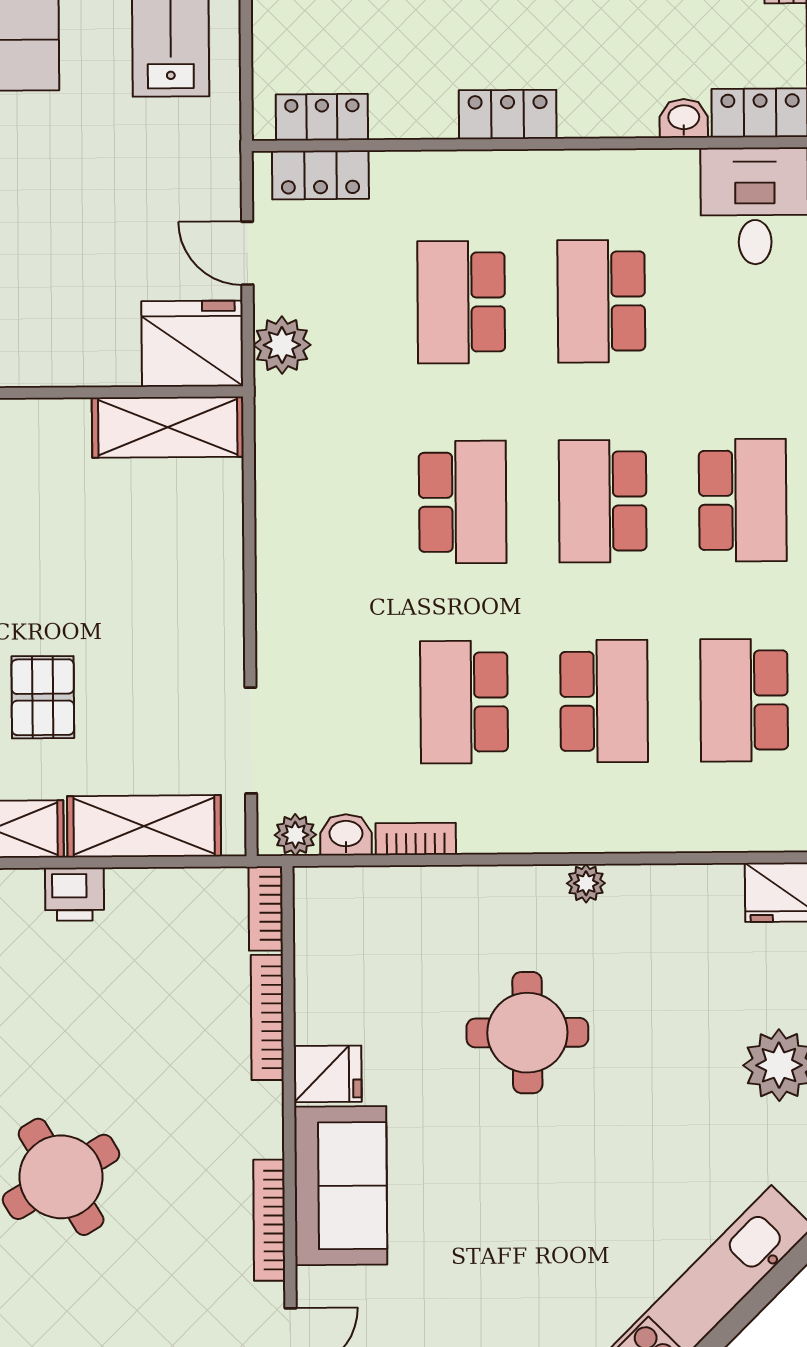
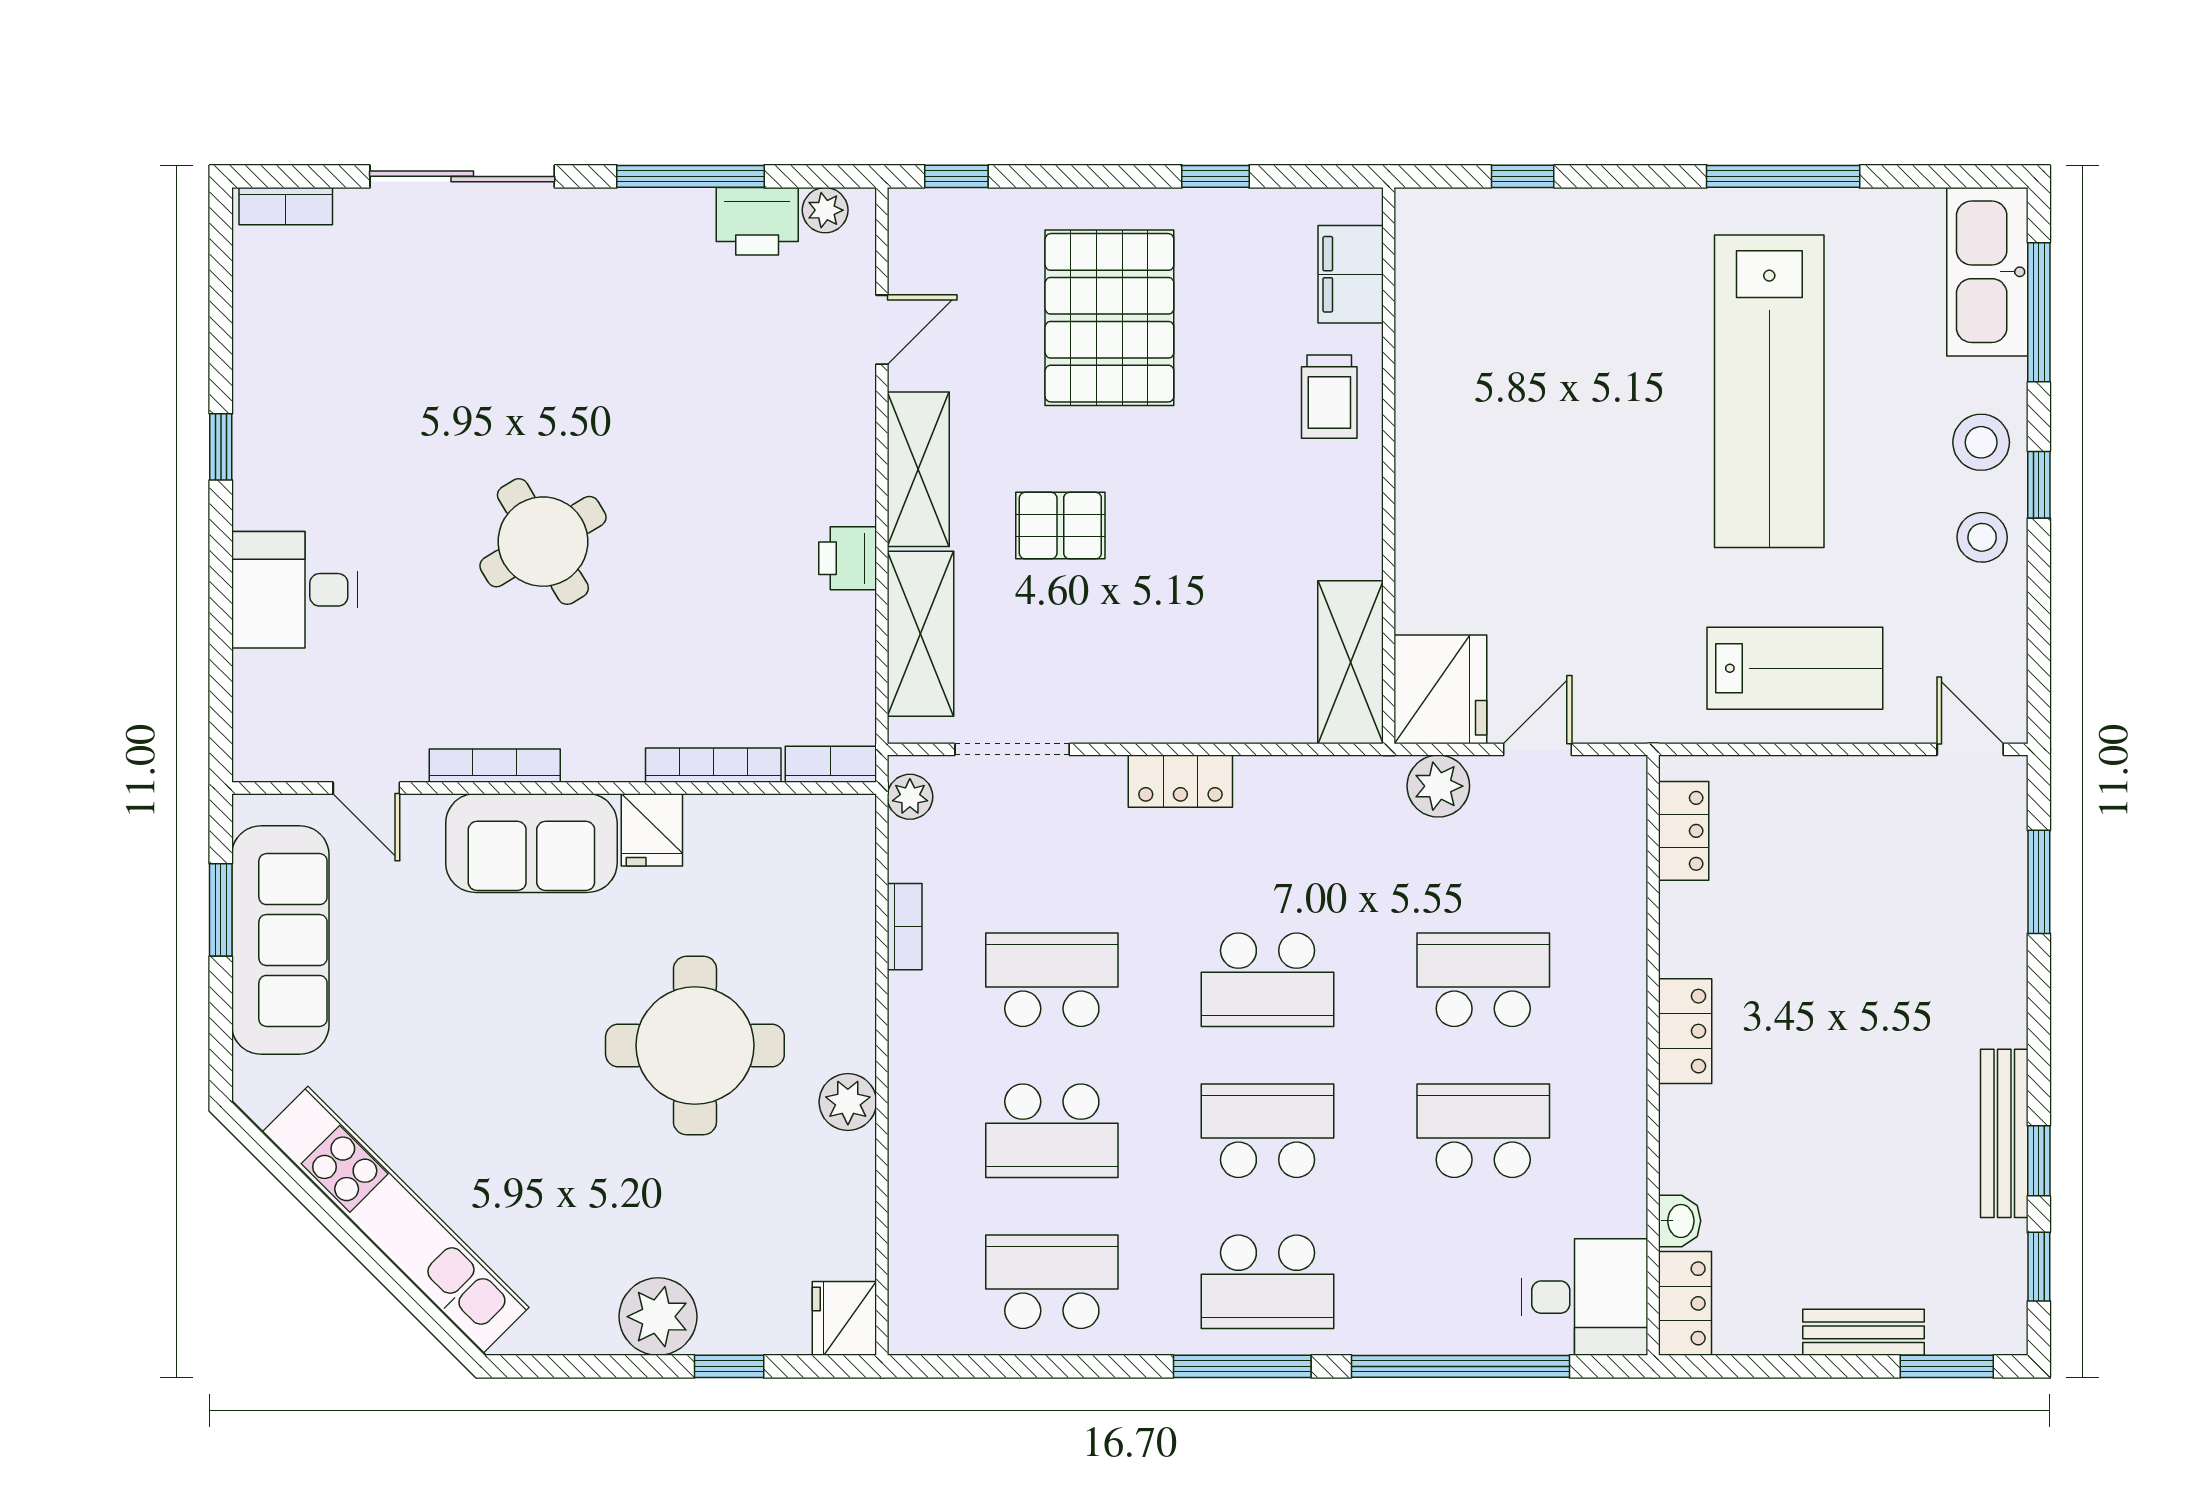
locker: (320, 175) -> (1180, 781), moved, turned -90
washbasin: (346, 835) -> (910, 851), removed
plant: (586, 883) -> (848, 1102), width x1.38, depth x1.38
round table: (527, 1033) -> (695, 1045), width x1.36, depth x1.36

